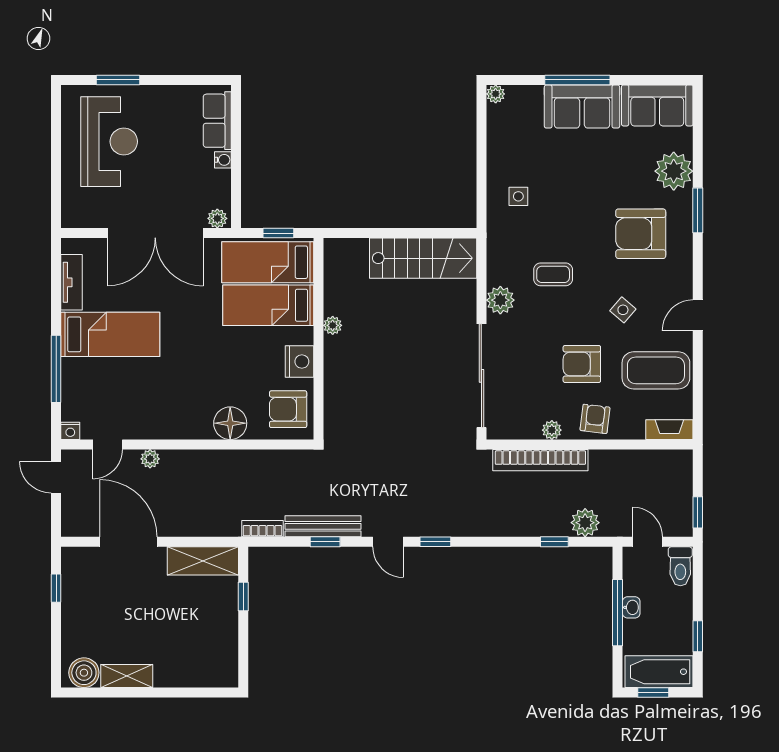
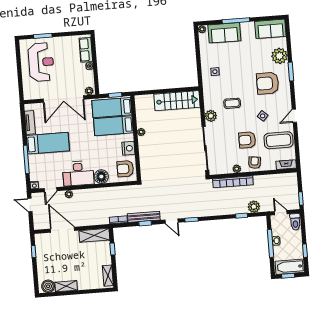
sofa: (582, 107) -> (224, 33), moved
desk: (176, 412) -> (78, 173), added
shelving: (227, 659) -> (108, 276), added

